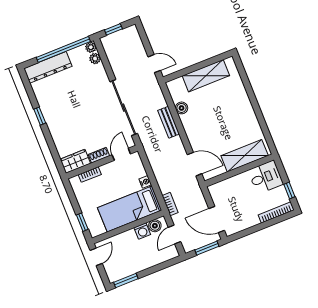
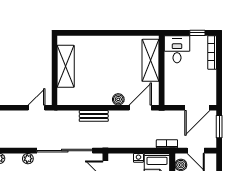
plant: (95, 59) -> (28, 159), moved
boiler: (182, 108) -> (118, 99), moved

